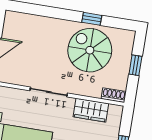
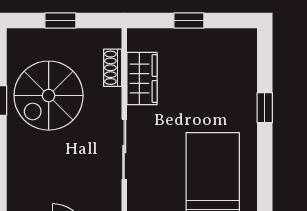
shoe rack: (114, 95) -> (113, 68), moved

